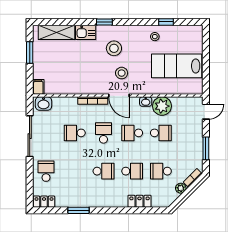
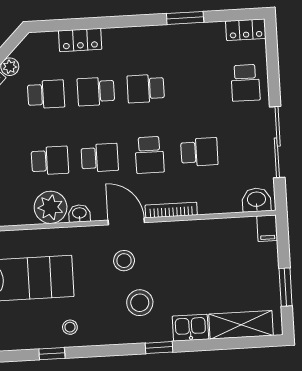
school desk: (161, 133) -> (50, 161), turned 180

